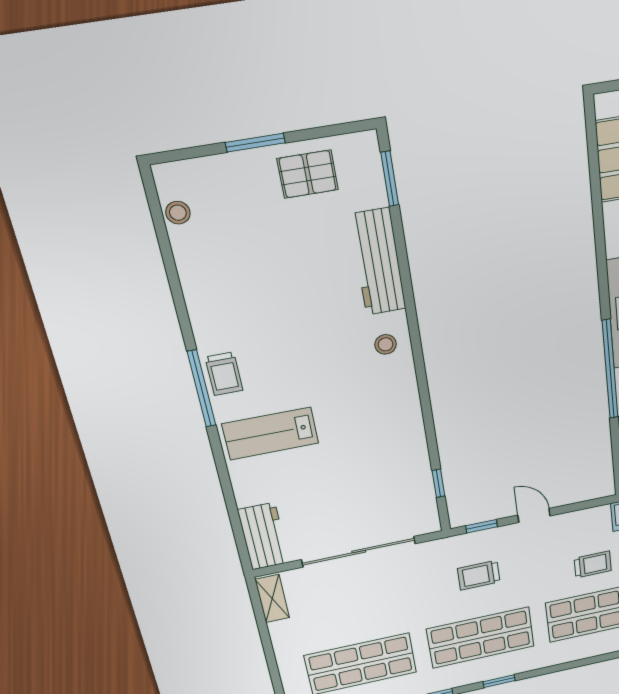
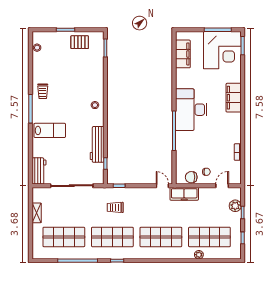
workbench: (378, 262) -> (97, 144), moved
trolley: (224, 374) -> (43, 91), moved
lab bench: (271, 433) -> (50, 130), turned 180
door: (534, 515) -> (162, 186), moved
trolley: (593, 564) -> (161, 214), removed
shelving: (272, 599) -> (37, 213), moved

